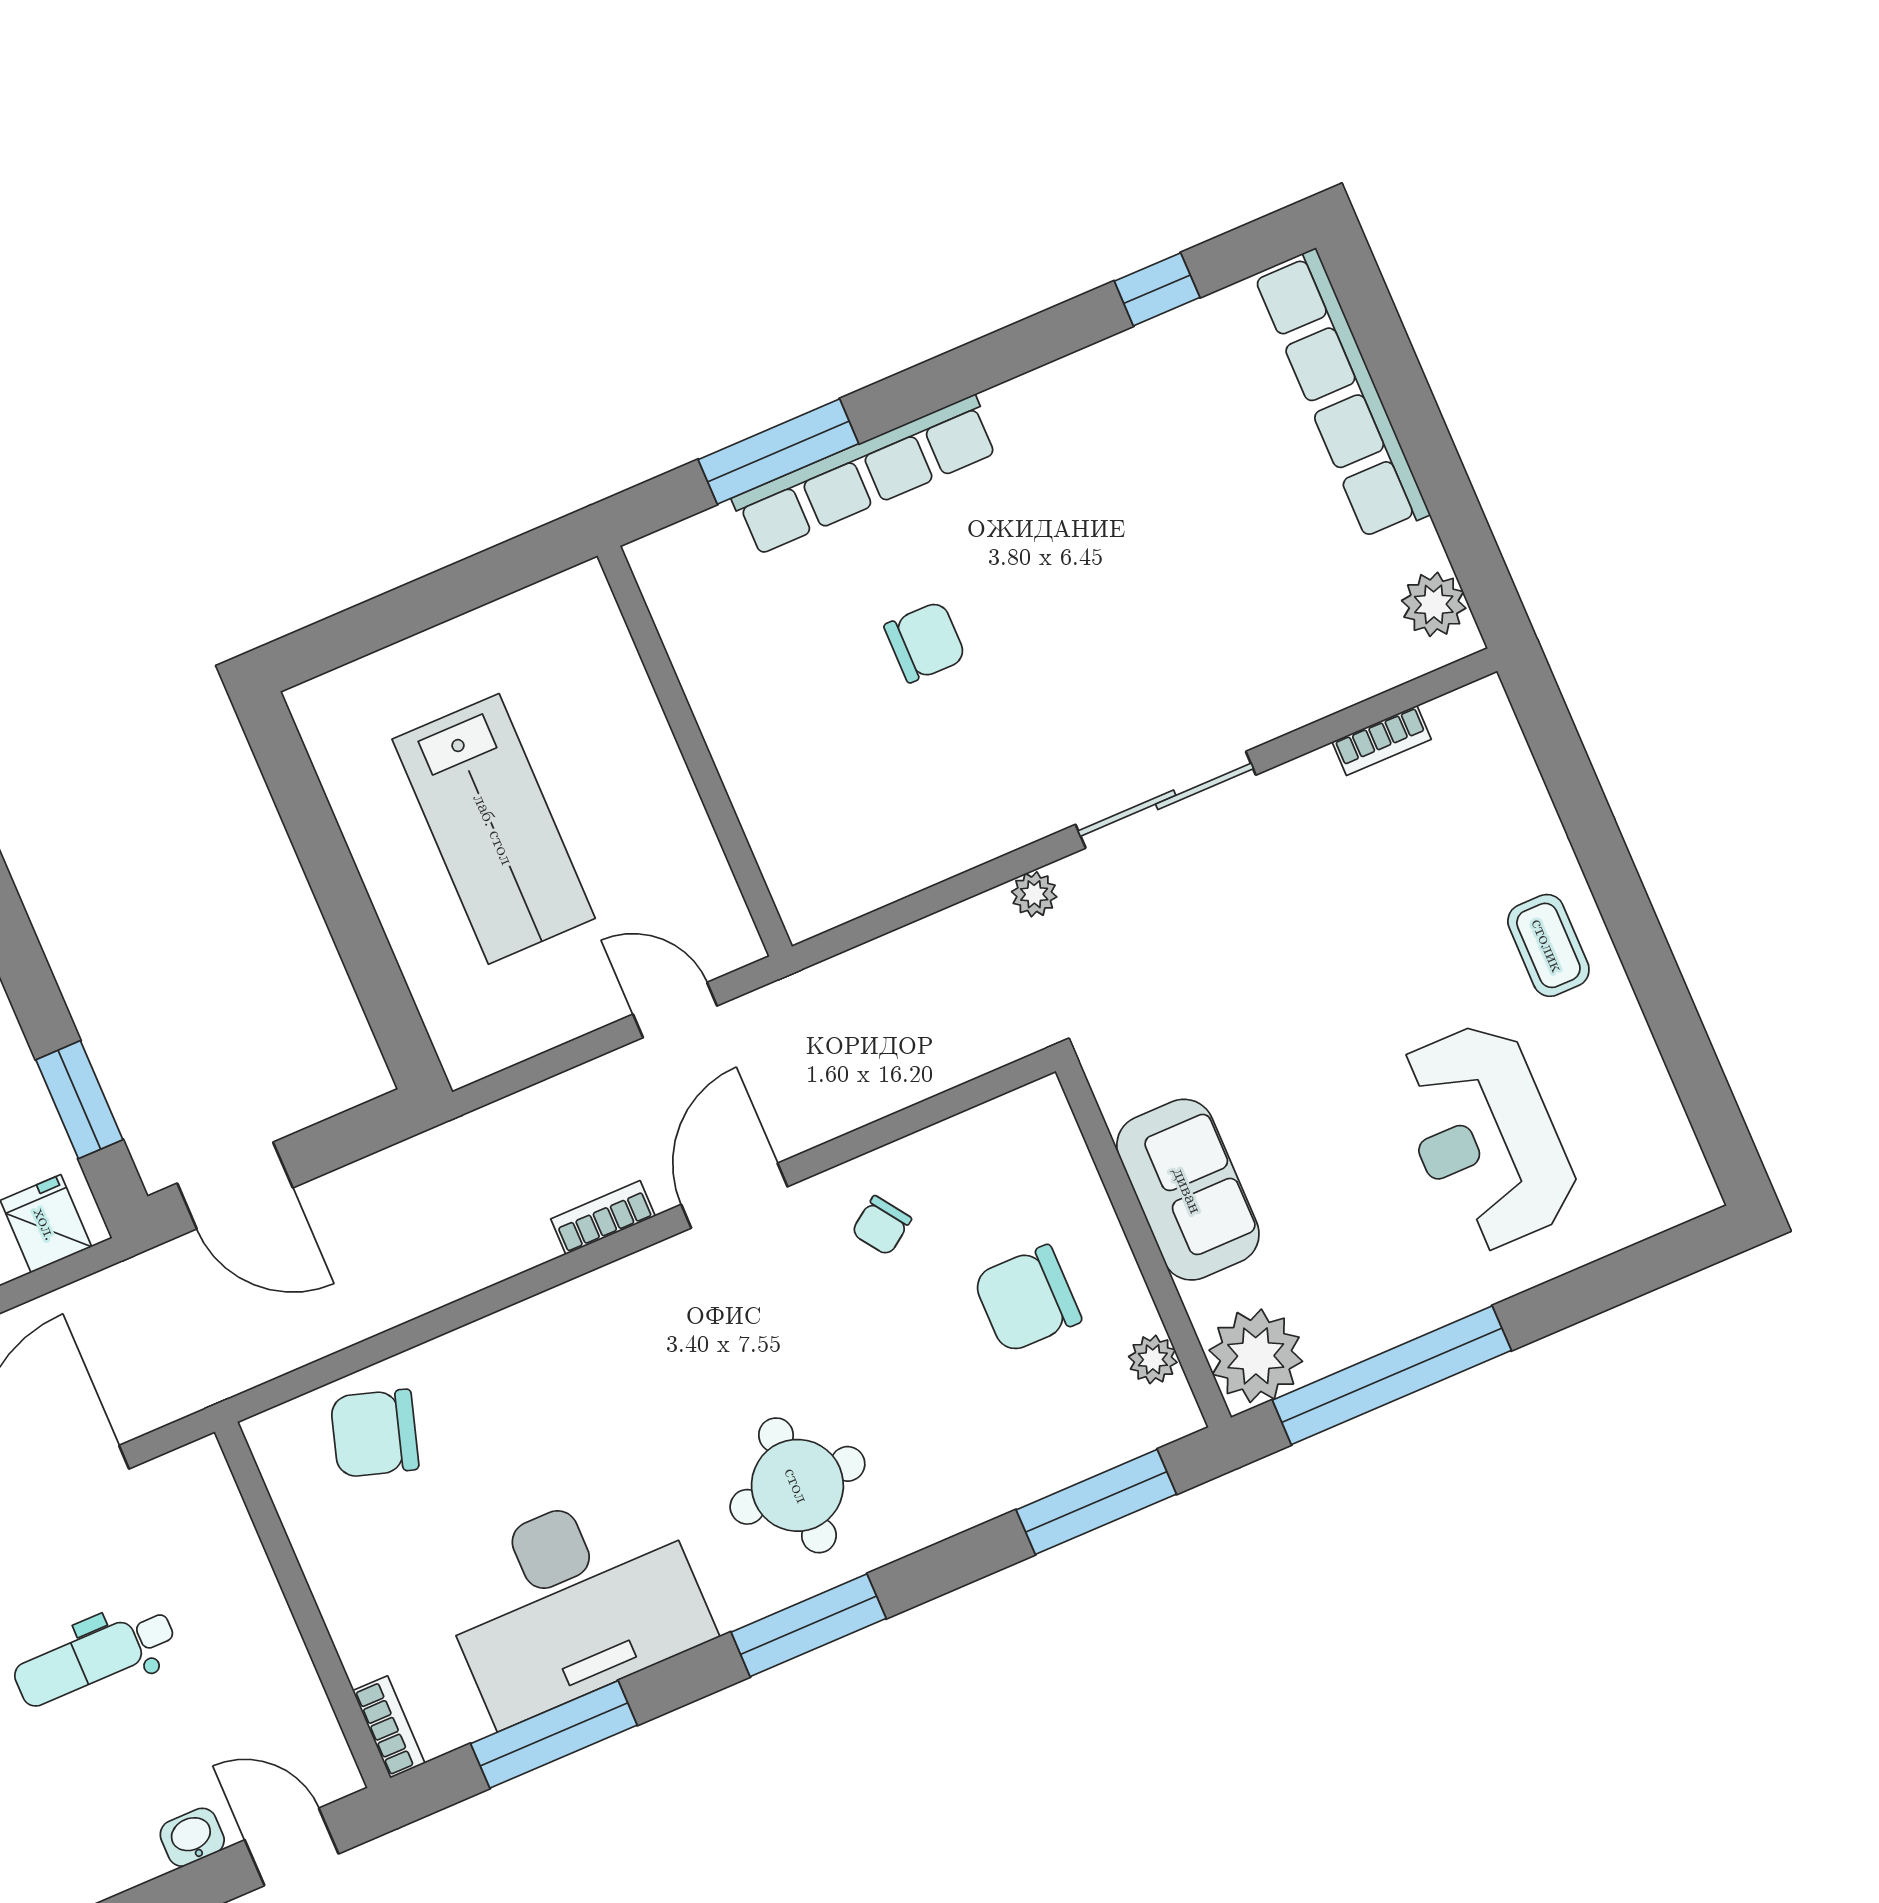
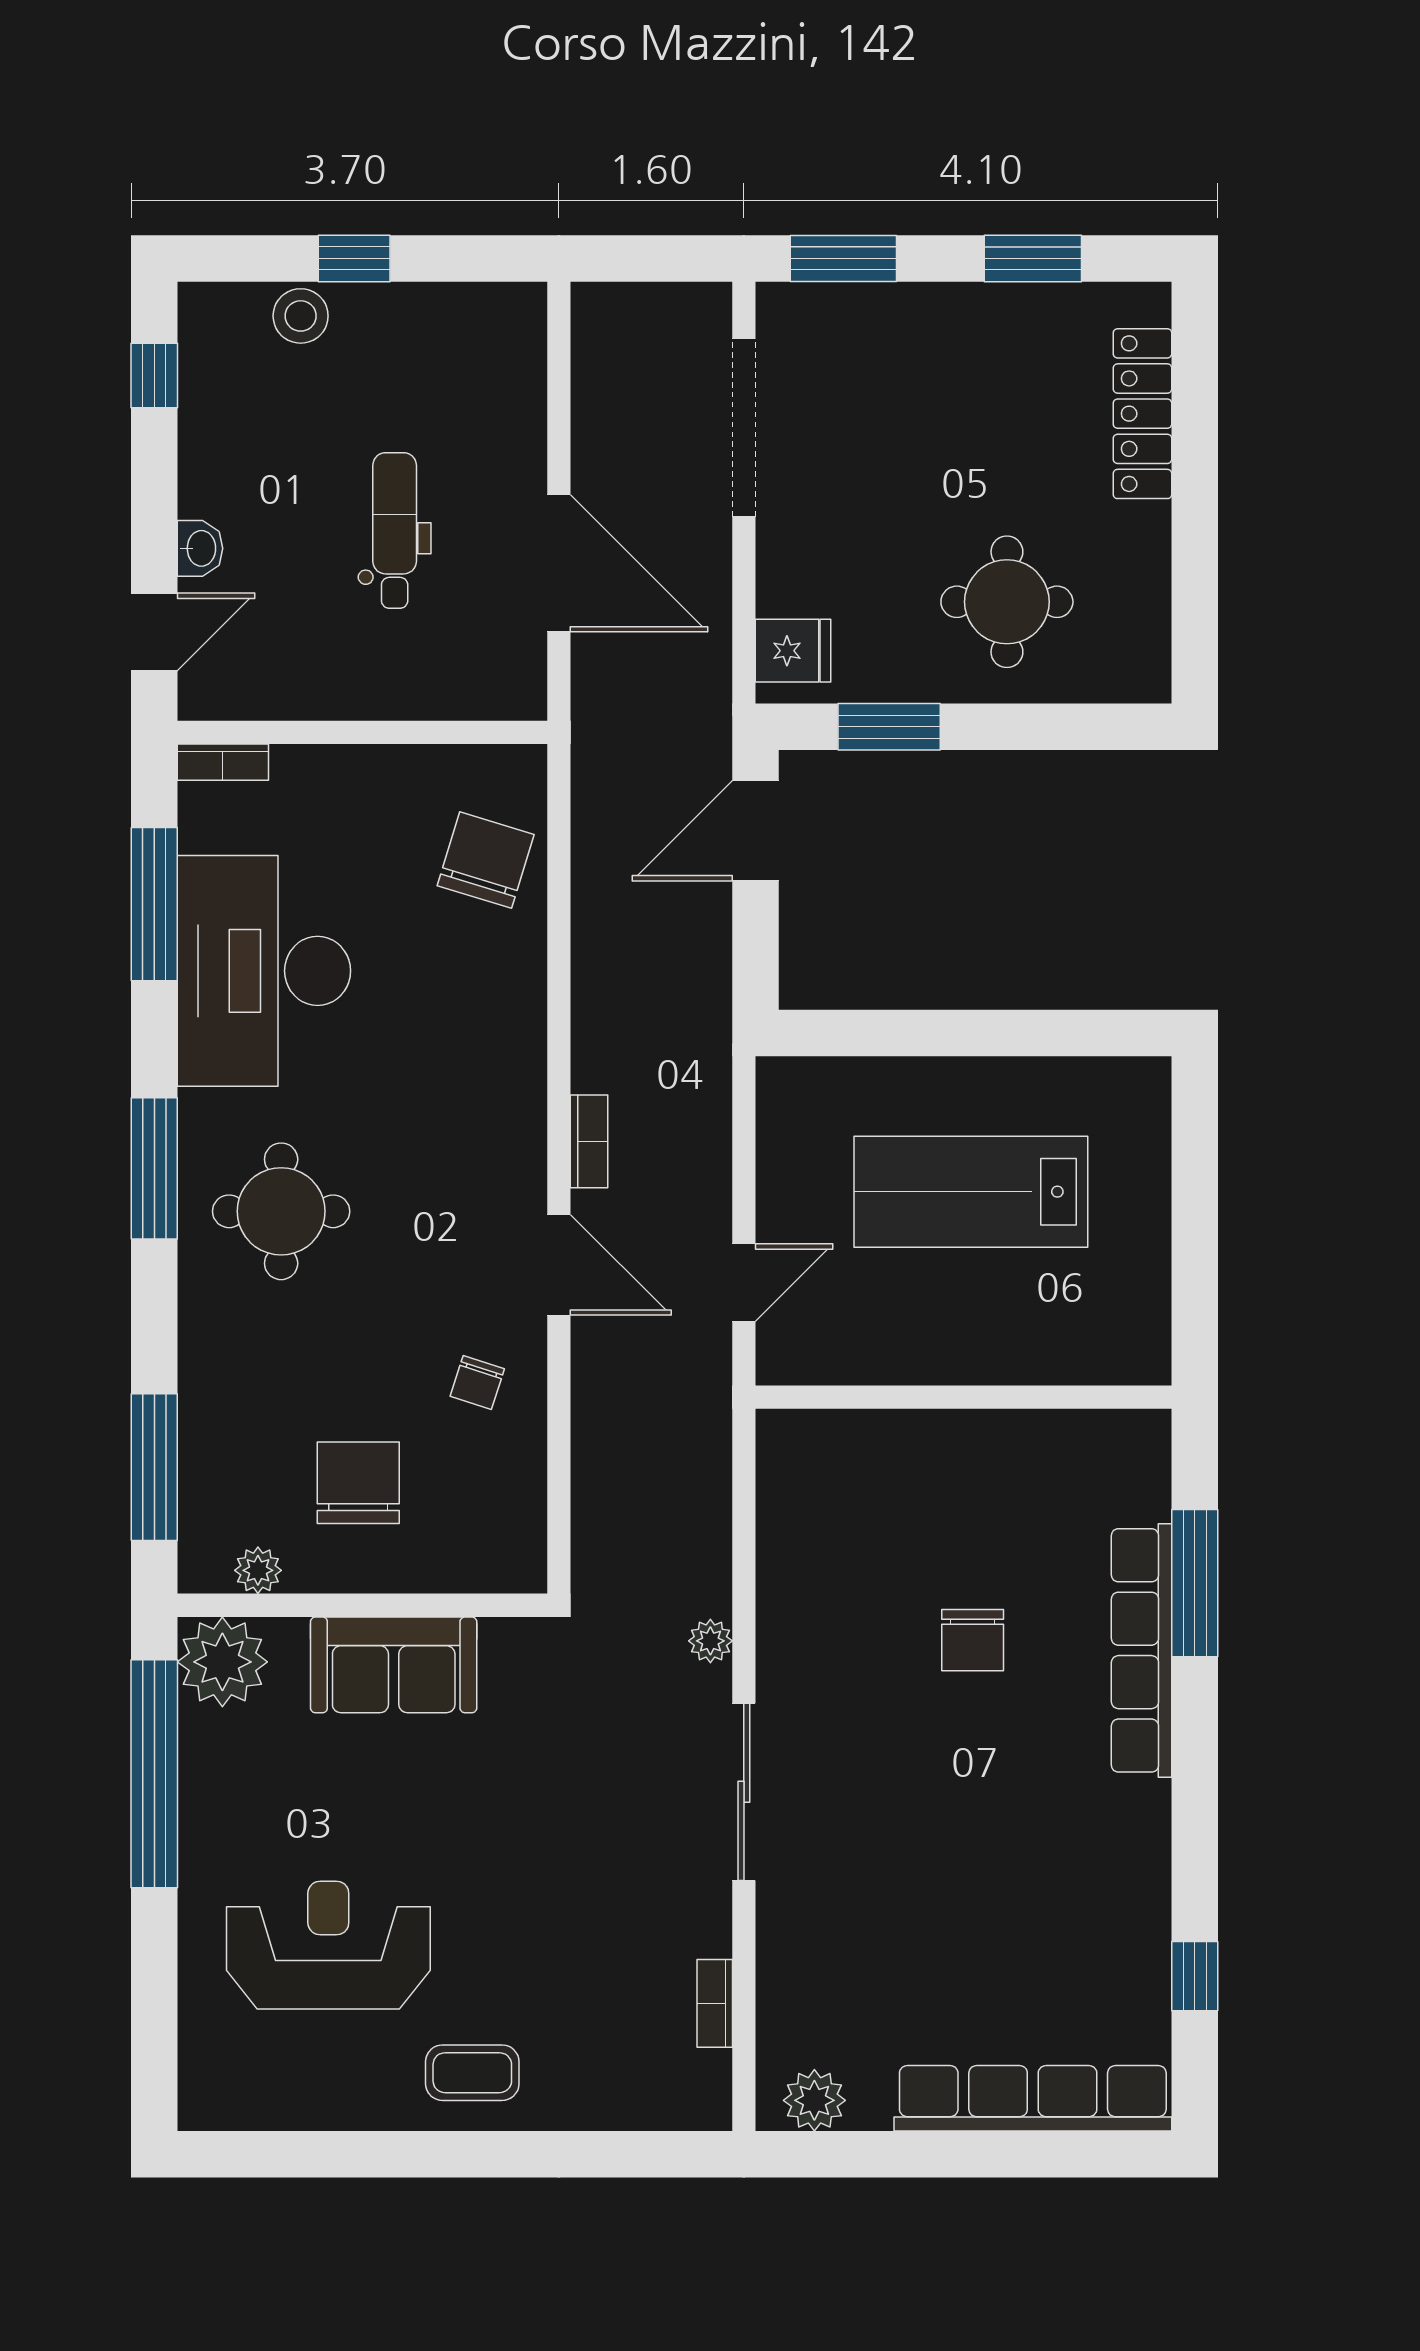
chair: (881, 1226) -> (477, 1383), turned -127

